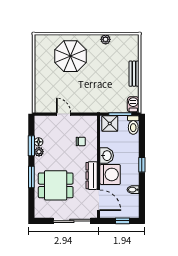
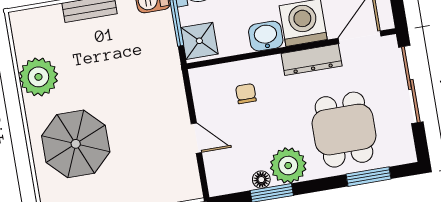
plant: (106, 39) -> (38, 77), width x1.87, depth x1.87
door: (63, 114) -> (196, 138), swing flipped
plant: (39, 152) -> (288, 166), width x1.88, depth x1.88
window: (31, 177) -> (369, 177), moved

